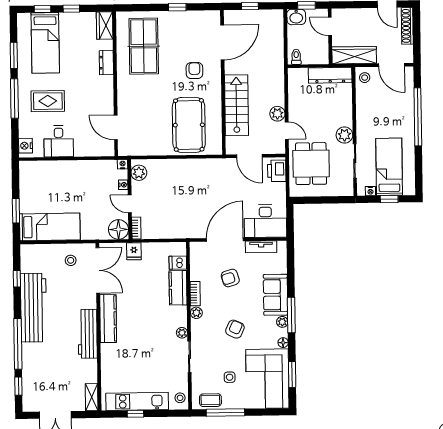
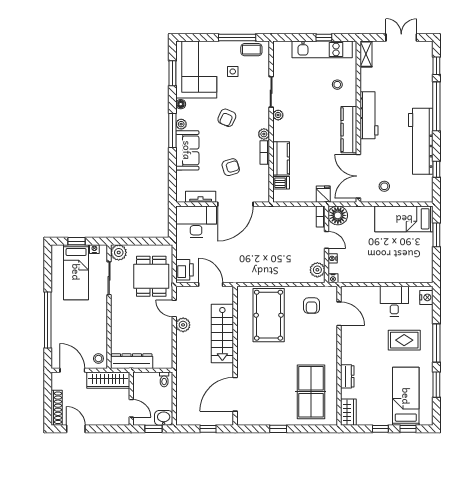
armchair: (194, 71) -> (311, 306), moved
plant: (344, 135) -> (119, 252), moved
stool: (180, 398) -> (337, 85), moved

